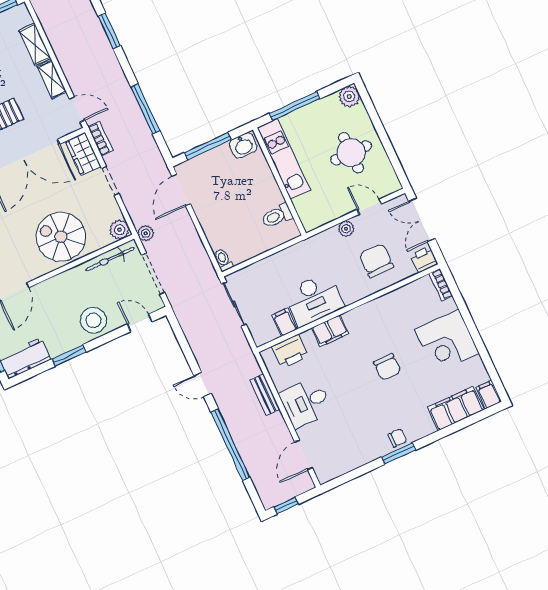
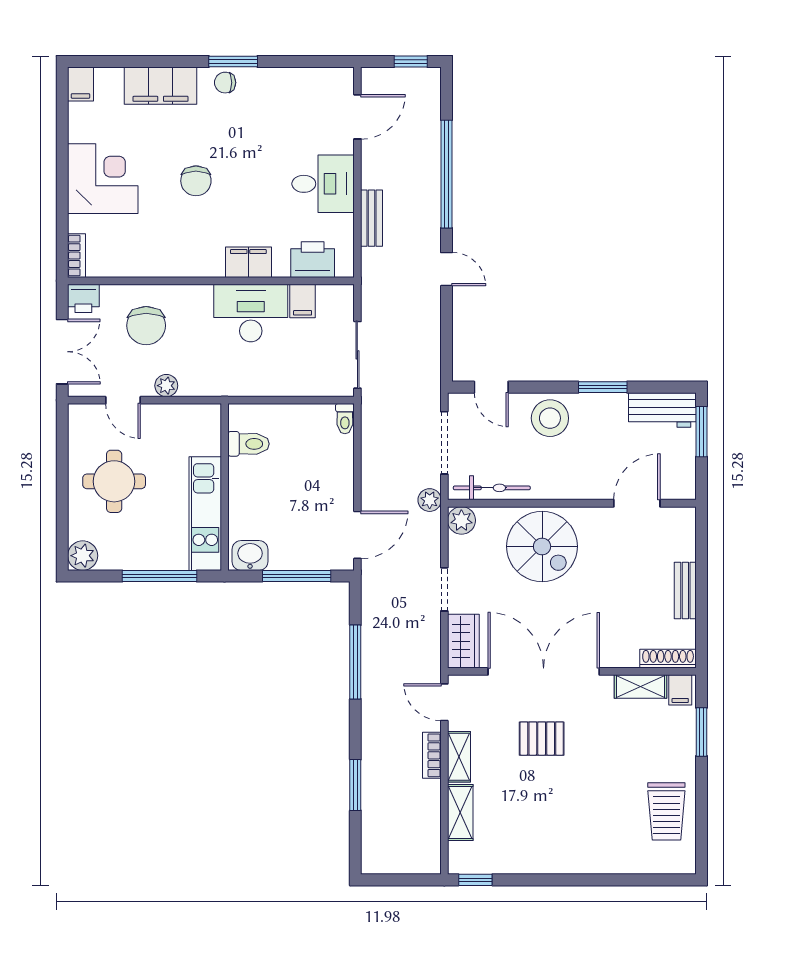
bookcase: (100, 139) -> (432, 755), moved
chair: (387, 367) -> (196, 181), turned 180
filing cabinet: (456, 409) -> (161, 86), moved

